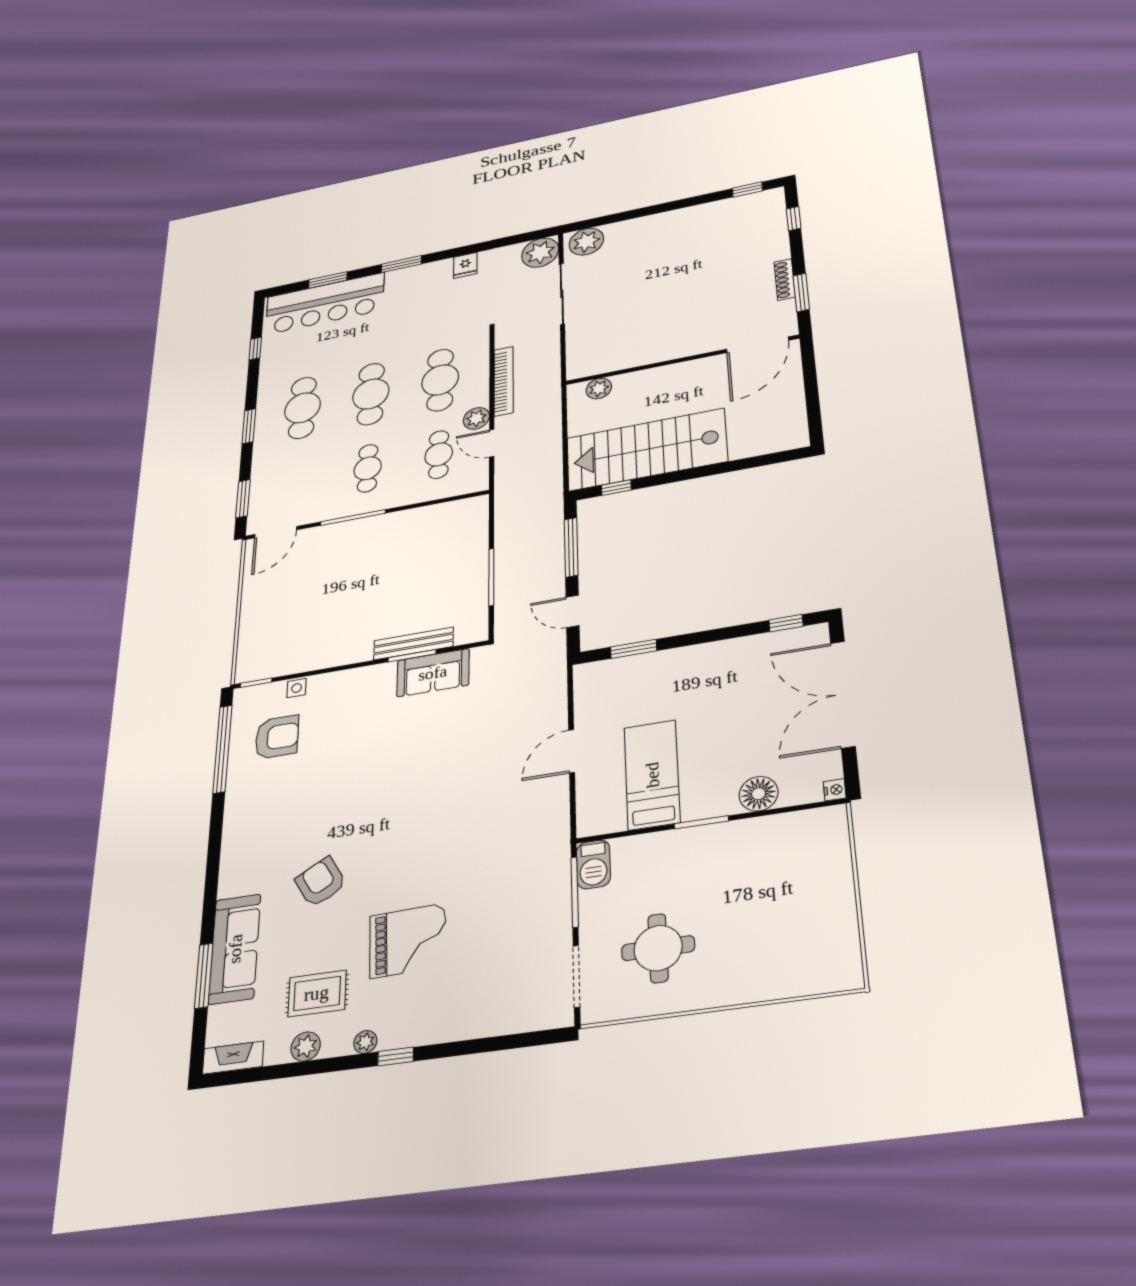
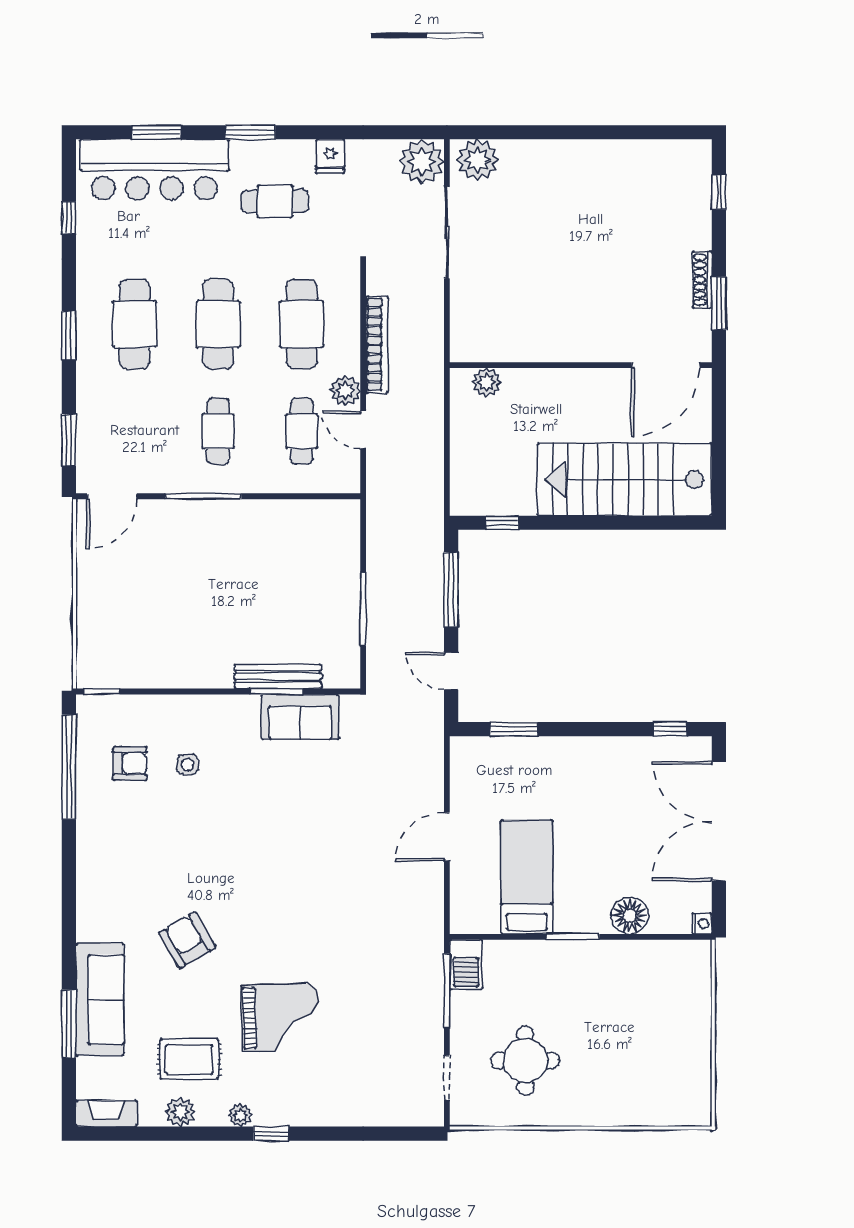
window: (747, 189) -> (670, 132), removed
cafe table: (420, 303) -> (275, 201), added
stairs: (646, 450) -> (625, 479), moved
side table: (297, 688) -> (187, 764), moved
armchair: (277, 737) -> (130, 763), width x0.72, depth x0.72
doorway: (576, 976) -> (447, 1078), width x0.73

